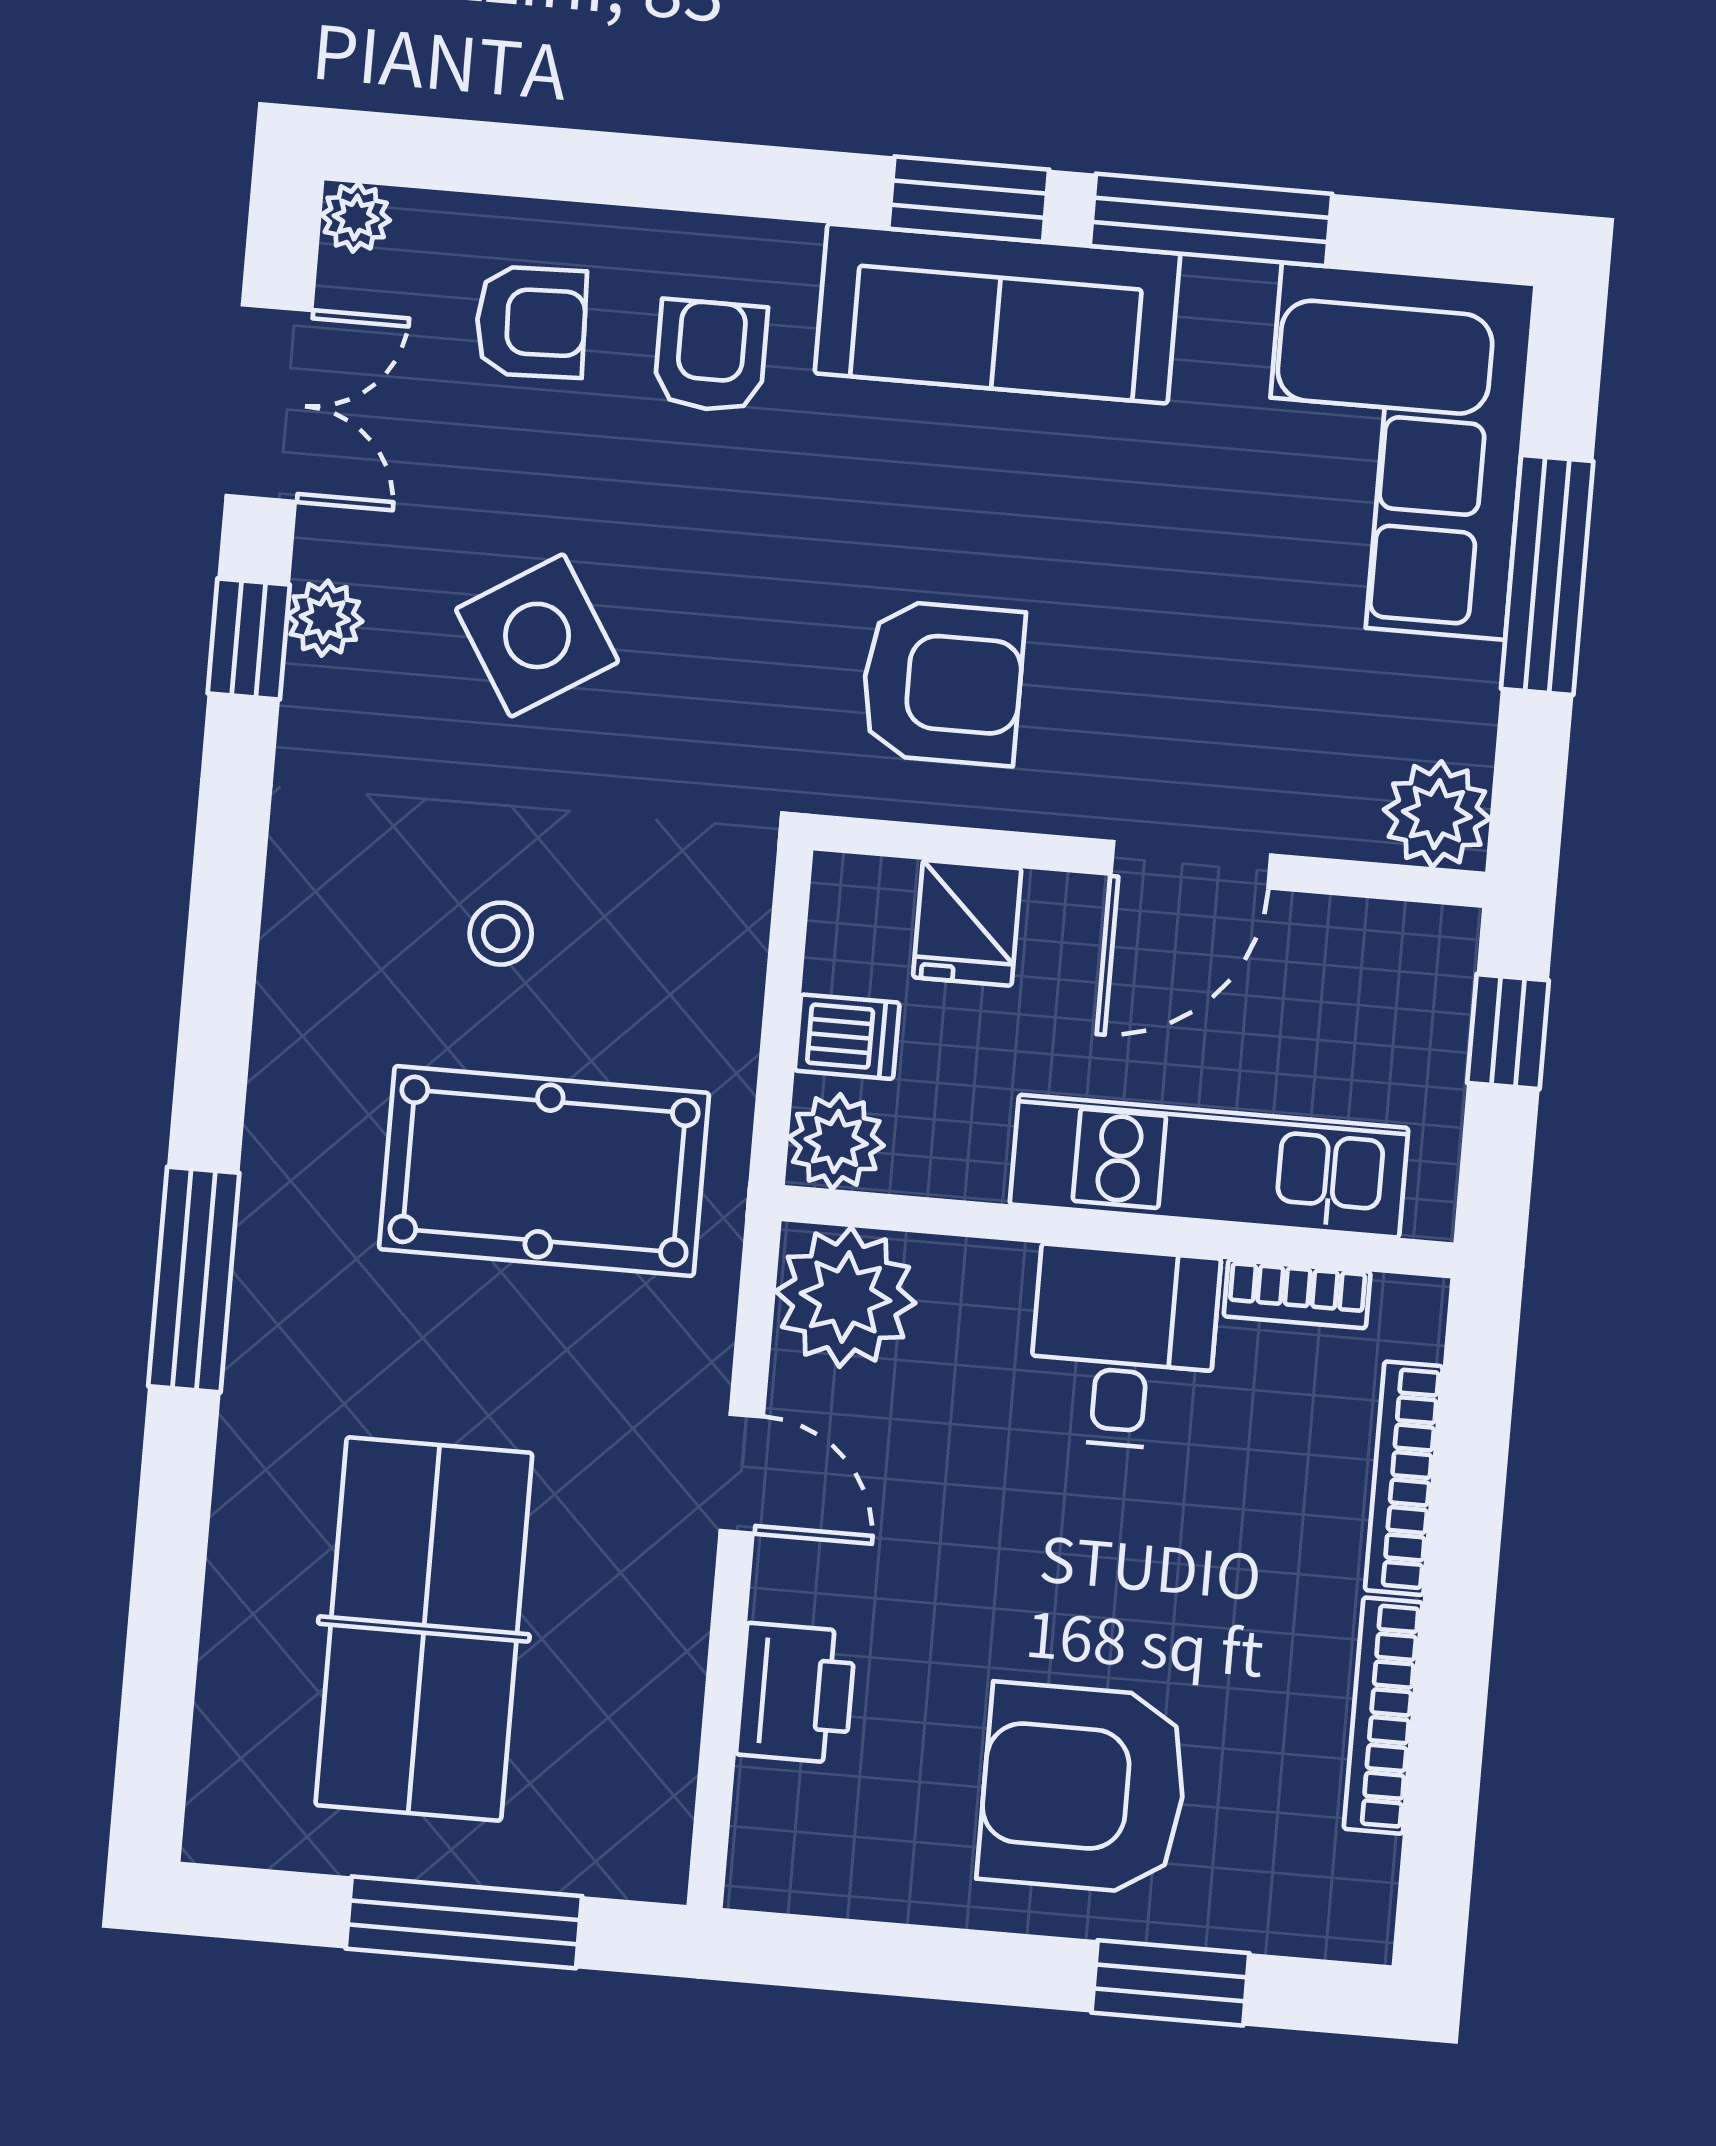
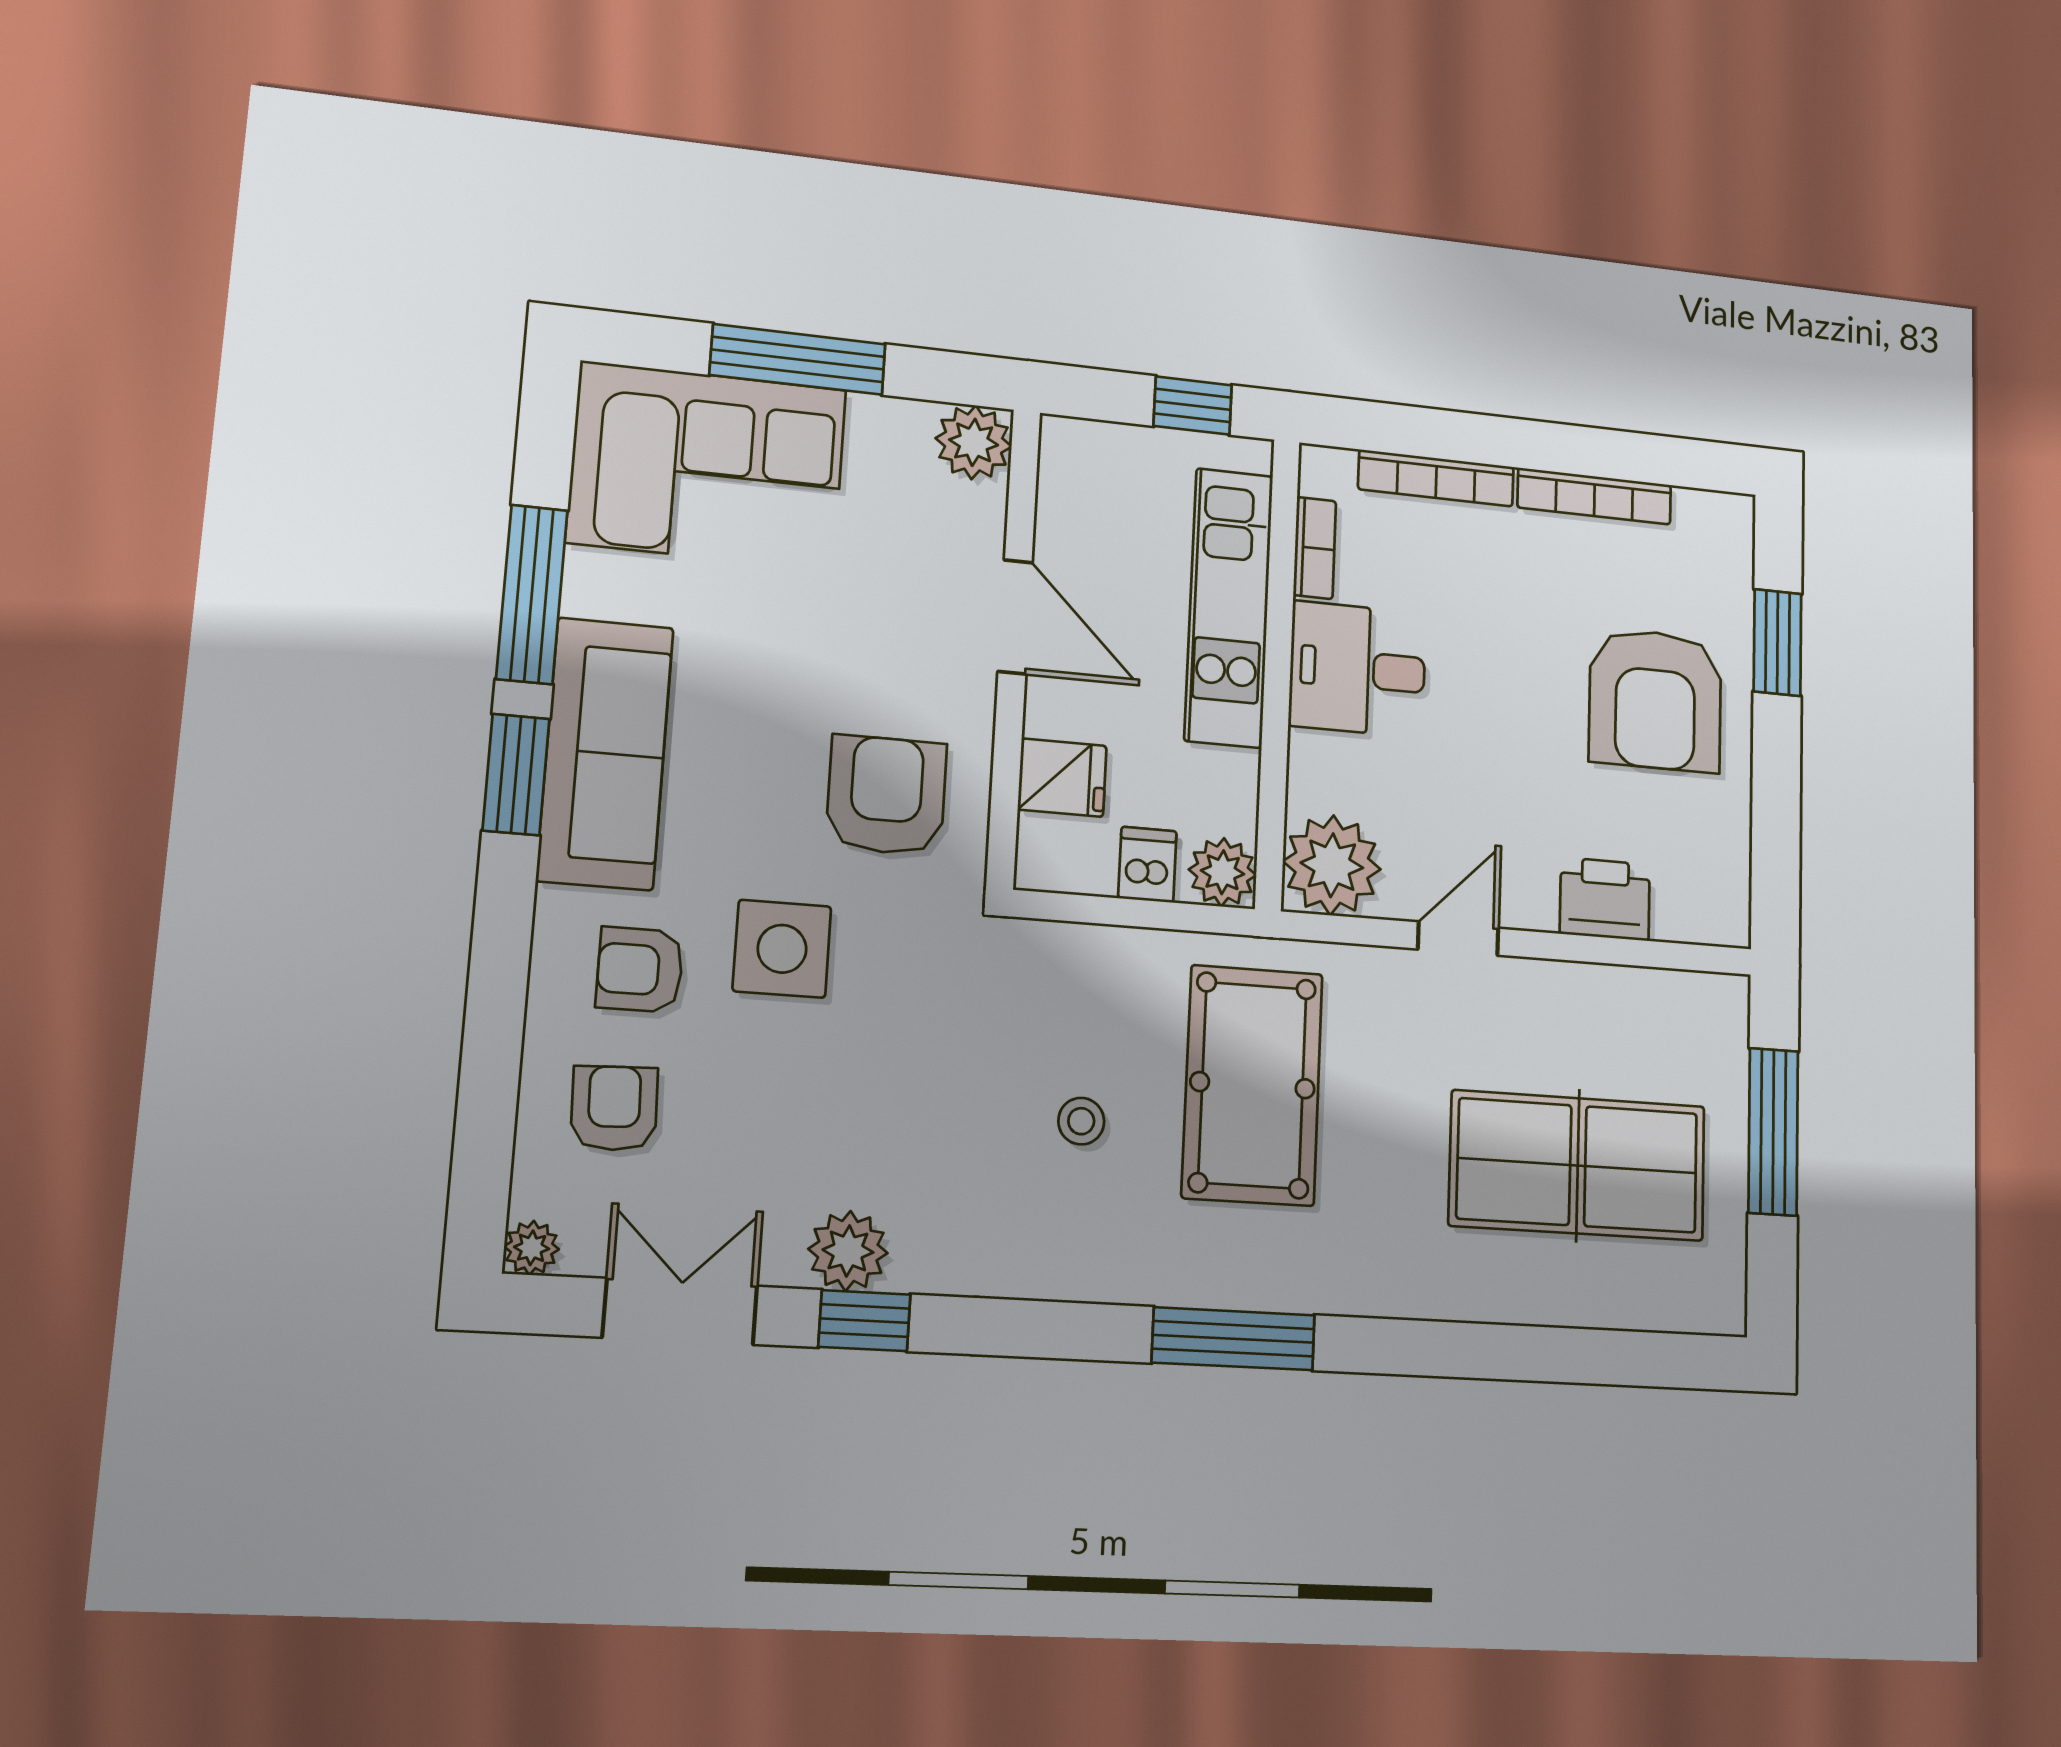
plant: (325, 618) -> (848, 1251), width x1.38, depth x1.38
side table: (537, 635) -> (782, 949), moved, turned 32
window: (1508, 1032) -> (1193, 405), moved
window: (194, 1280) -> (1233, 1339), moved

